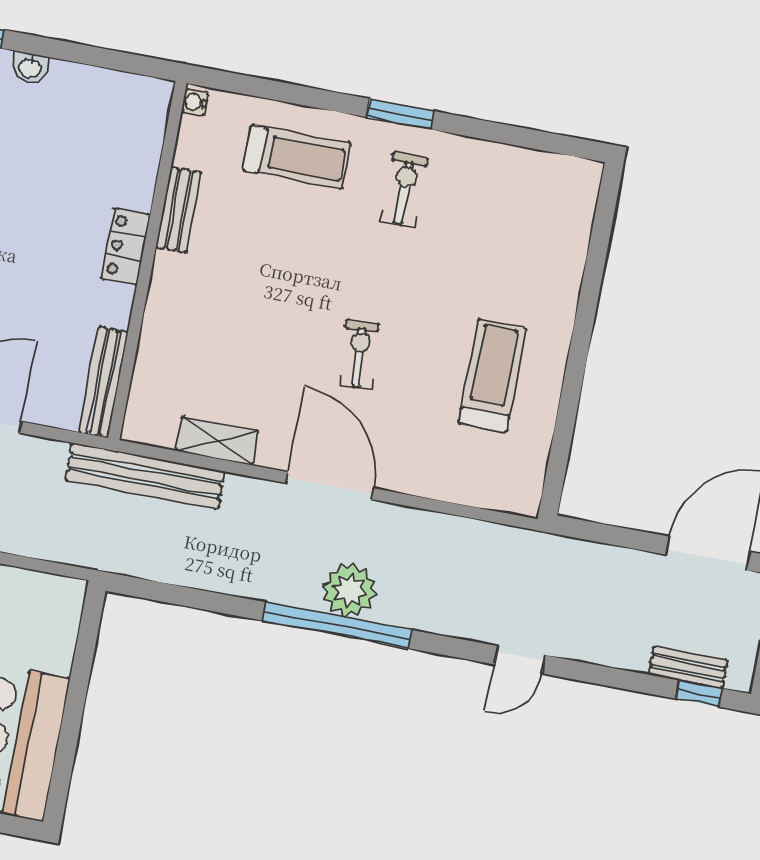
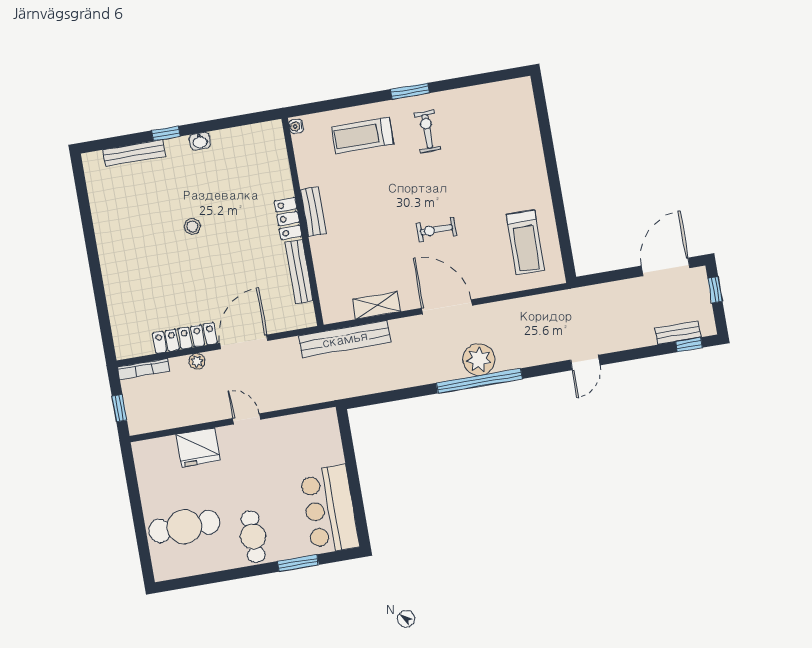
treadmill: (297, 157) -> (362, 135), turned 180
bench: (179, 210) -> (313, 212), moved
exercise bike: (359, 354) -> (436, 230), turned -85
treadmill: (492, 376) -> (525, 242), moved, turned 180
bench: (103, 382) -> (299, 272), moved

